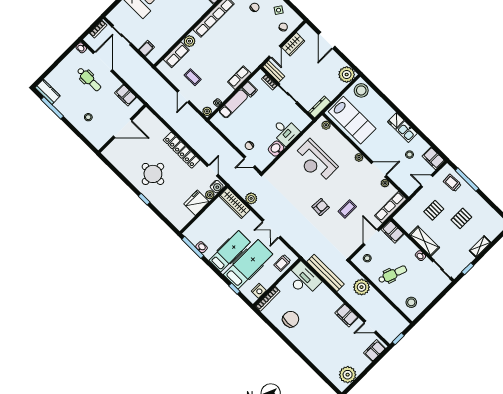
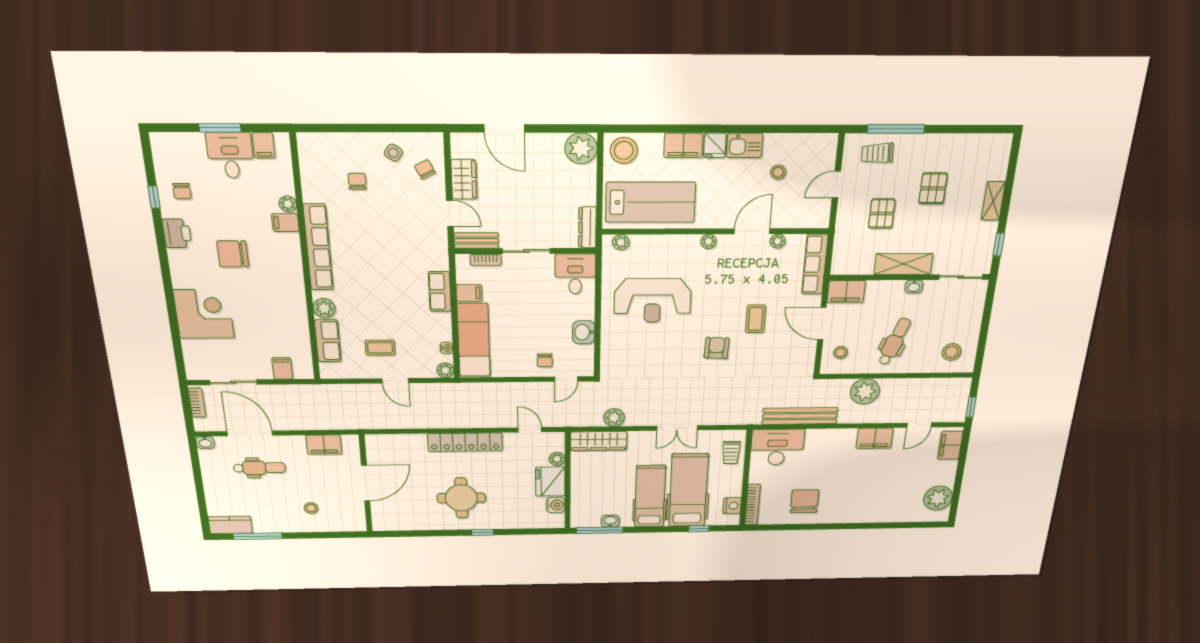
exam couch: (233, 104) -> (474, 340), width x1.36, depth x1.45
desk: (285, 132) -> (575, 274), moved, turned -90
filing cabinet: (433, 158) -> (683, 145), moved
water cooler: (217, 187) -> (556, 505), moved

